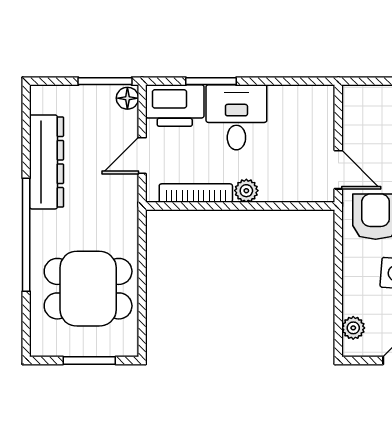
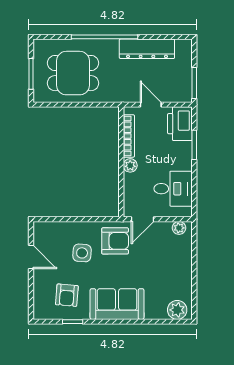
floor lamp: (127, 98) -> (184, 96), removed
desk: (236, 117) -> (173, 189), moved
dining table: (88, 289) -> (73, 73), turned 90
plant: (353, 328) -> (179, 228), moved

